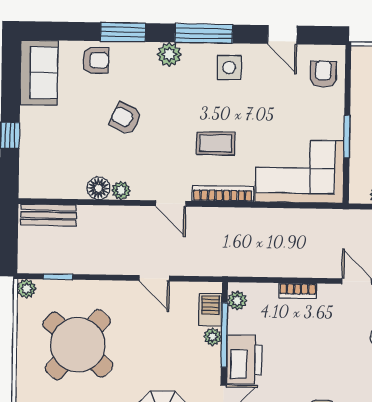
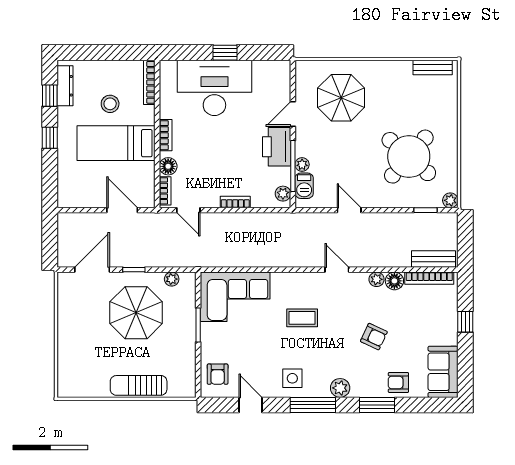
bookcase: (223, 194) -> (429, 278), moved

